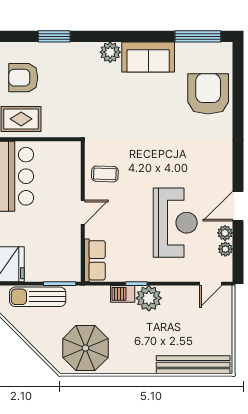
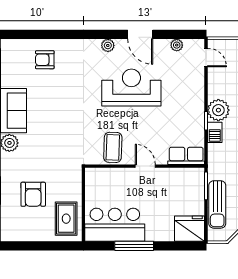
armchair: (23, 78) -> (33, 194), moved
armchair: (208, 94) -> (45, 60), width x0.53, depth x0.53
coffee table: (105, 174) -> (113, 147), width x1.36, depth x1.30
reception desk: (175, 223) -> (131, 88), moved
plant: (225, 233) -> (108, 45), moved

